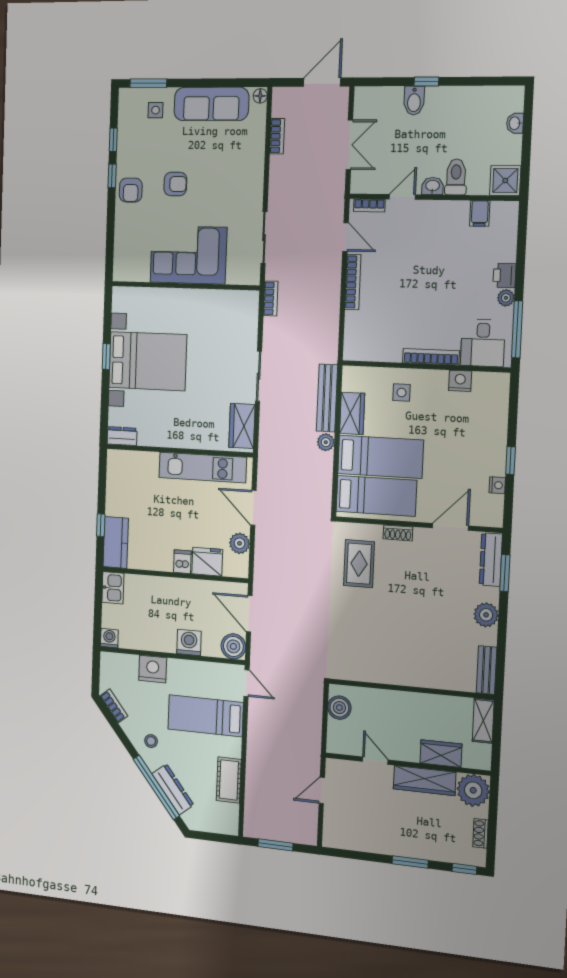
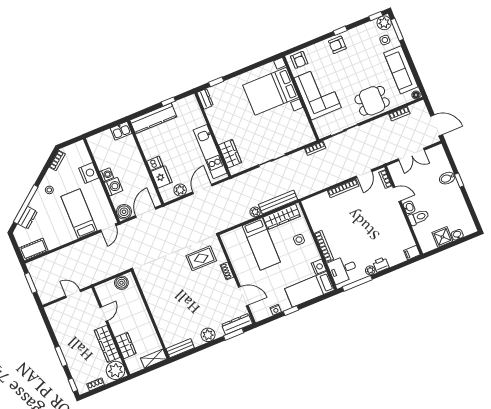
plant: (130, 100) -> (384, 23), added
window: (113, 140) -> (376, 16), moved
dining table: (238, 172) -> (372, 101), added
shower: (505, 181) -> (442, 237), moved
armchair: (175, 184) -> (299, 60), moved
filing cabinet: (480, 213) -> (412, 253), moved
window: (106, 357) -> (216, 82), moved
bed with nightstands: (148, 361) -> (271, 91), moved, turned 90
wardrobe: (352, 413) -> (282, 217), width x1.50
wardrobe: (242, 426) -> (230, 154), moved, turned 90
bed: (376, 496) -> (310, 289), moved, turned 90
window: (101, 525) -> (168, 102), moved
kitchen counter: (116, 542) -> (153, 118), width x1.50
washing machine: (109, 638) -> (107, 175), moved
cot: (229, 780) -> (34, 249), moved
dresser: (173, 789) -> (28, 218), width x0.70

